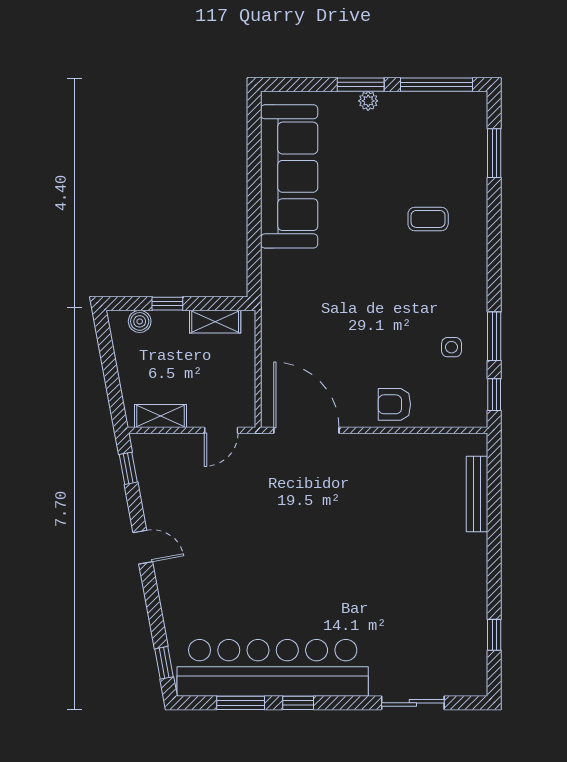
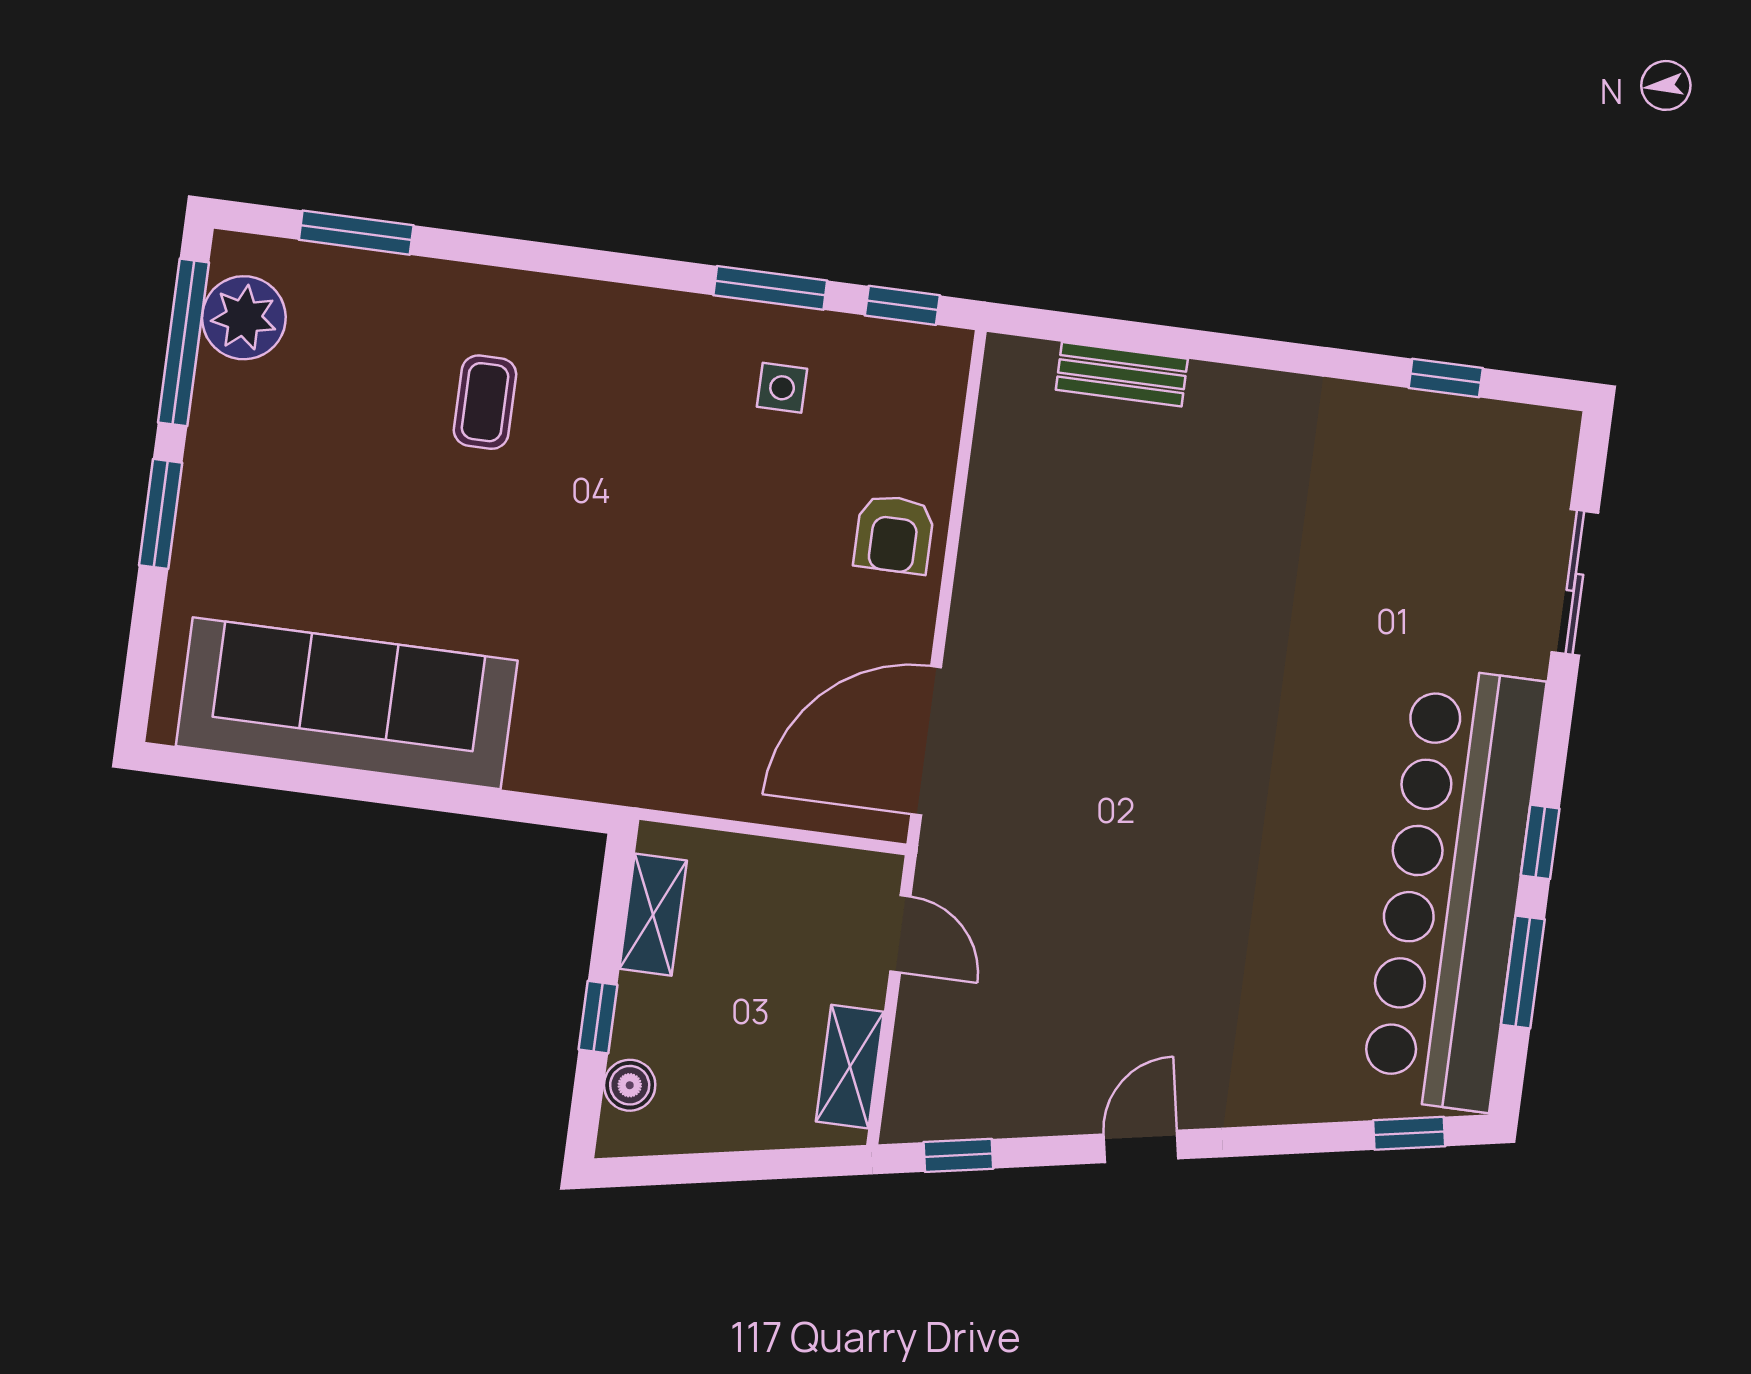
plant: (368, 101) -> (244, 318), moved, width x1.88, depth x1.88
bench: (477, 494) -> (1122, 374), width x0.73

